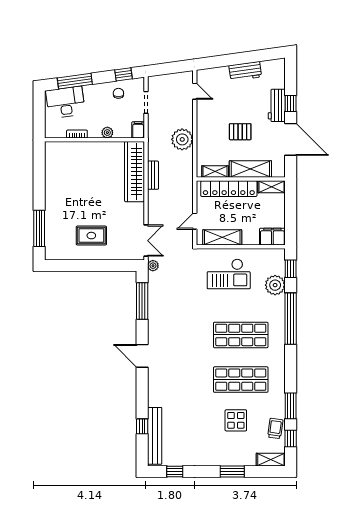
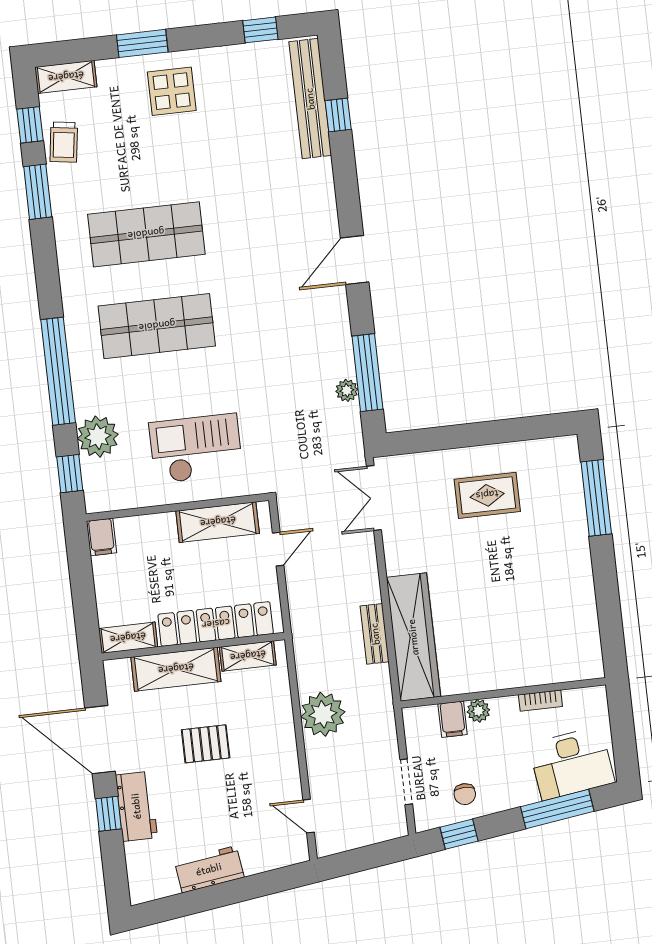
filing cabinet: (138, 130) -> (453, 719), moved
filing cabinet: (272, 237) -> (102, 537), width x0.50
plant: (153, 266) -> (347, 390), moved
door: (142, 356) -> (355, 260), swing flipped
display table: (236, 420) -> (172, 91), moved

